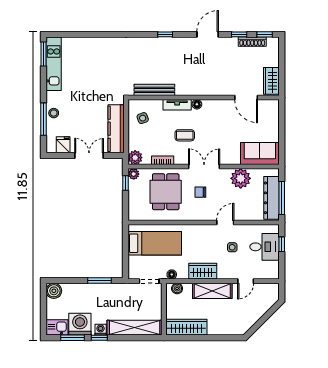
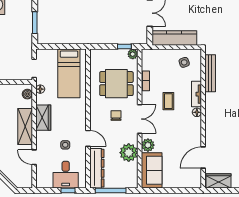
plant: (135, 158) -> (148, 145), moved
dresser: (271, 198) -> (97, 168), moved, turned 90

